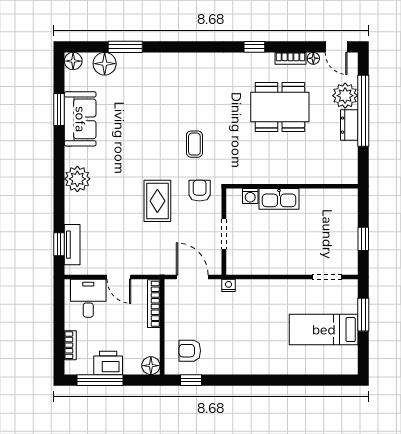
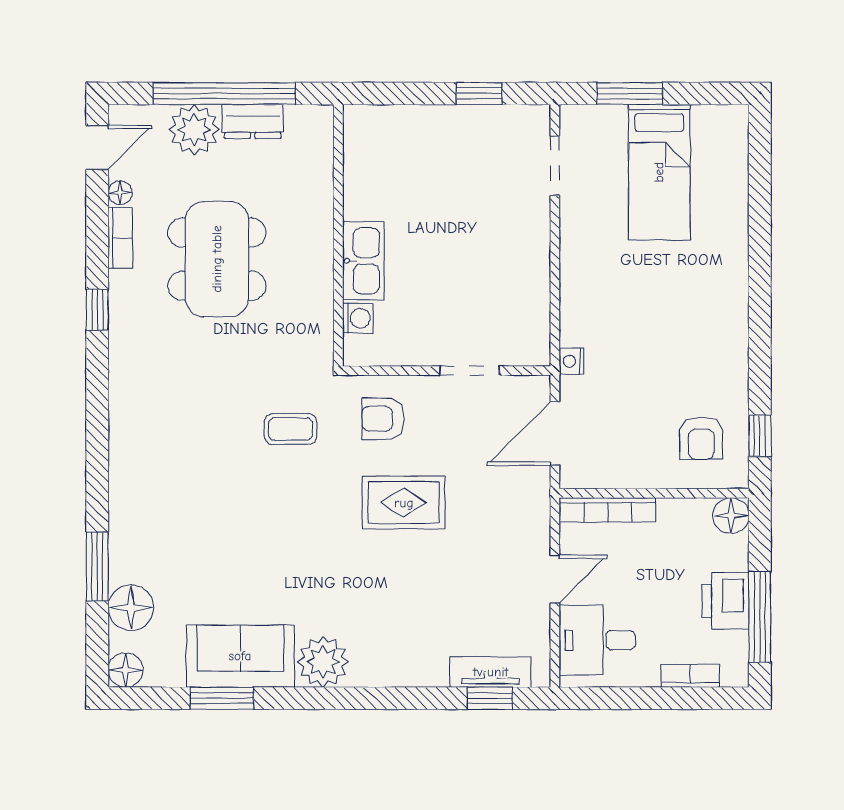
plant: (77, 179) -> (323, 662), moved
wall: (292, 186) -> (338, 235), moved
washing machine: (250, 196) -> (358, 318), moved
kitchen sink: (279, 199) -> (363, 261), moved

